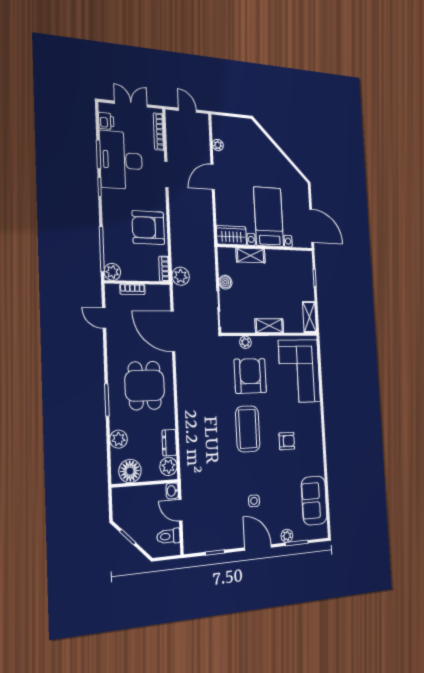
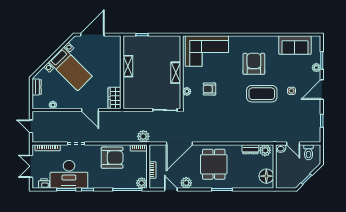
door: (187, 110) -> (31, 126), hinge flipped
dresser: (240, 124) -> (37, 87), added
door: (213, 177) -> (90, 110), moved
bed with nightstands: (269, 217) -> (70, 69), moved, turned -135
door: (312, 226) -> (92, 35), moved
armchair: (148, 228) -> (112, 158), turned -90
shelving: (251, 255) -> (128, 66), moved
boiler: (225, 282) -> (147, 104), removed
shelving: (309, 317) -> (170, 41), removed
door: (104, 318) -> (171, 190), swing flipped
armchair: (250, 376) -> (209, 89), width x0.53, depth x0.53
dining table: (145, 386) -> (214, 164), turned 90
coffee table: (248, 429) -> (262, 94), moved
plant: (119, 439) -> (186, 183), moved
armchair: (287, 441) -> (254, 64), width x1.88, depth x1.88
door: (180, 510) -> (293, 143), hinge flipped

